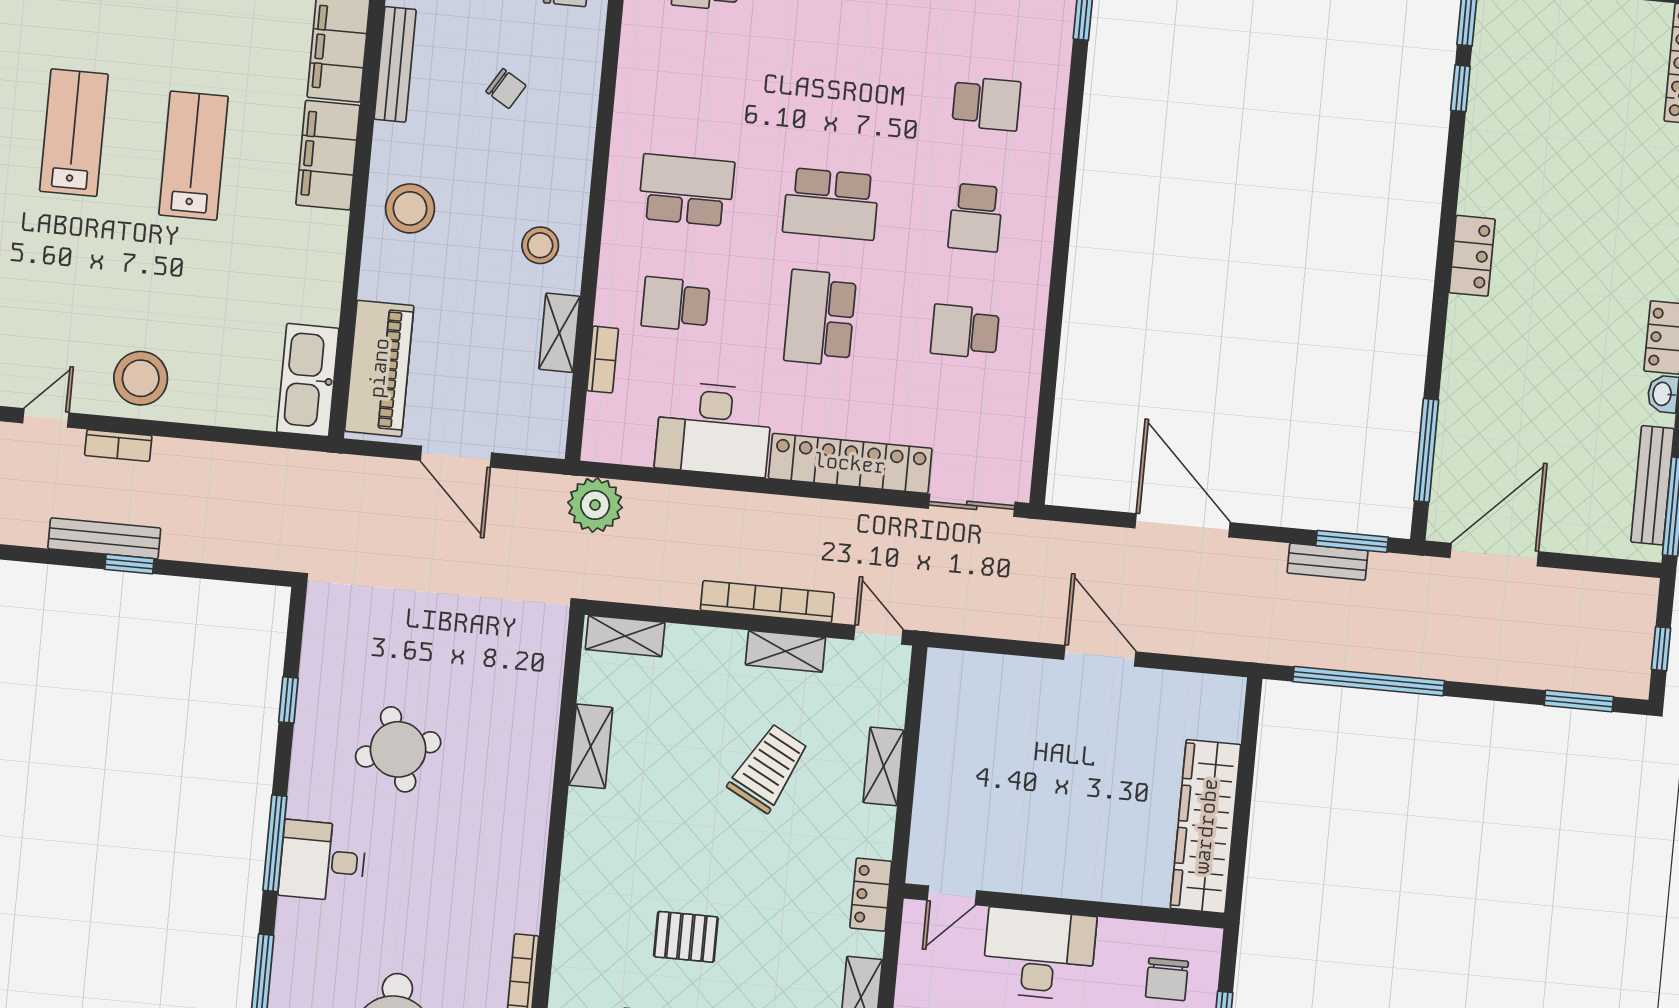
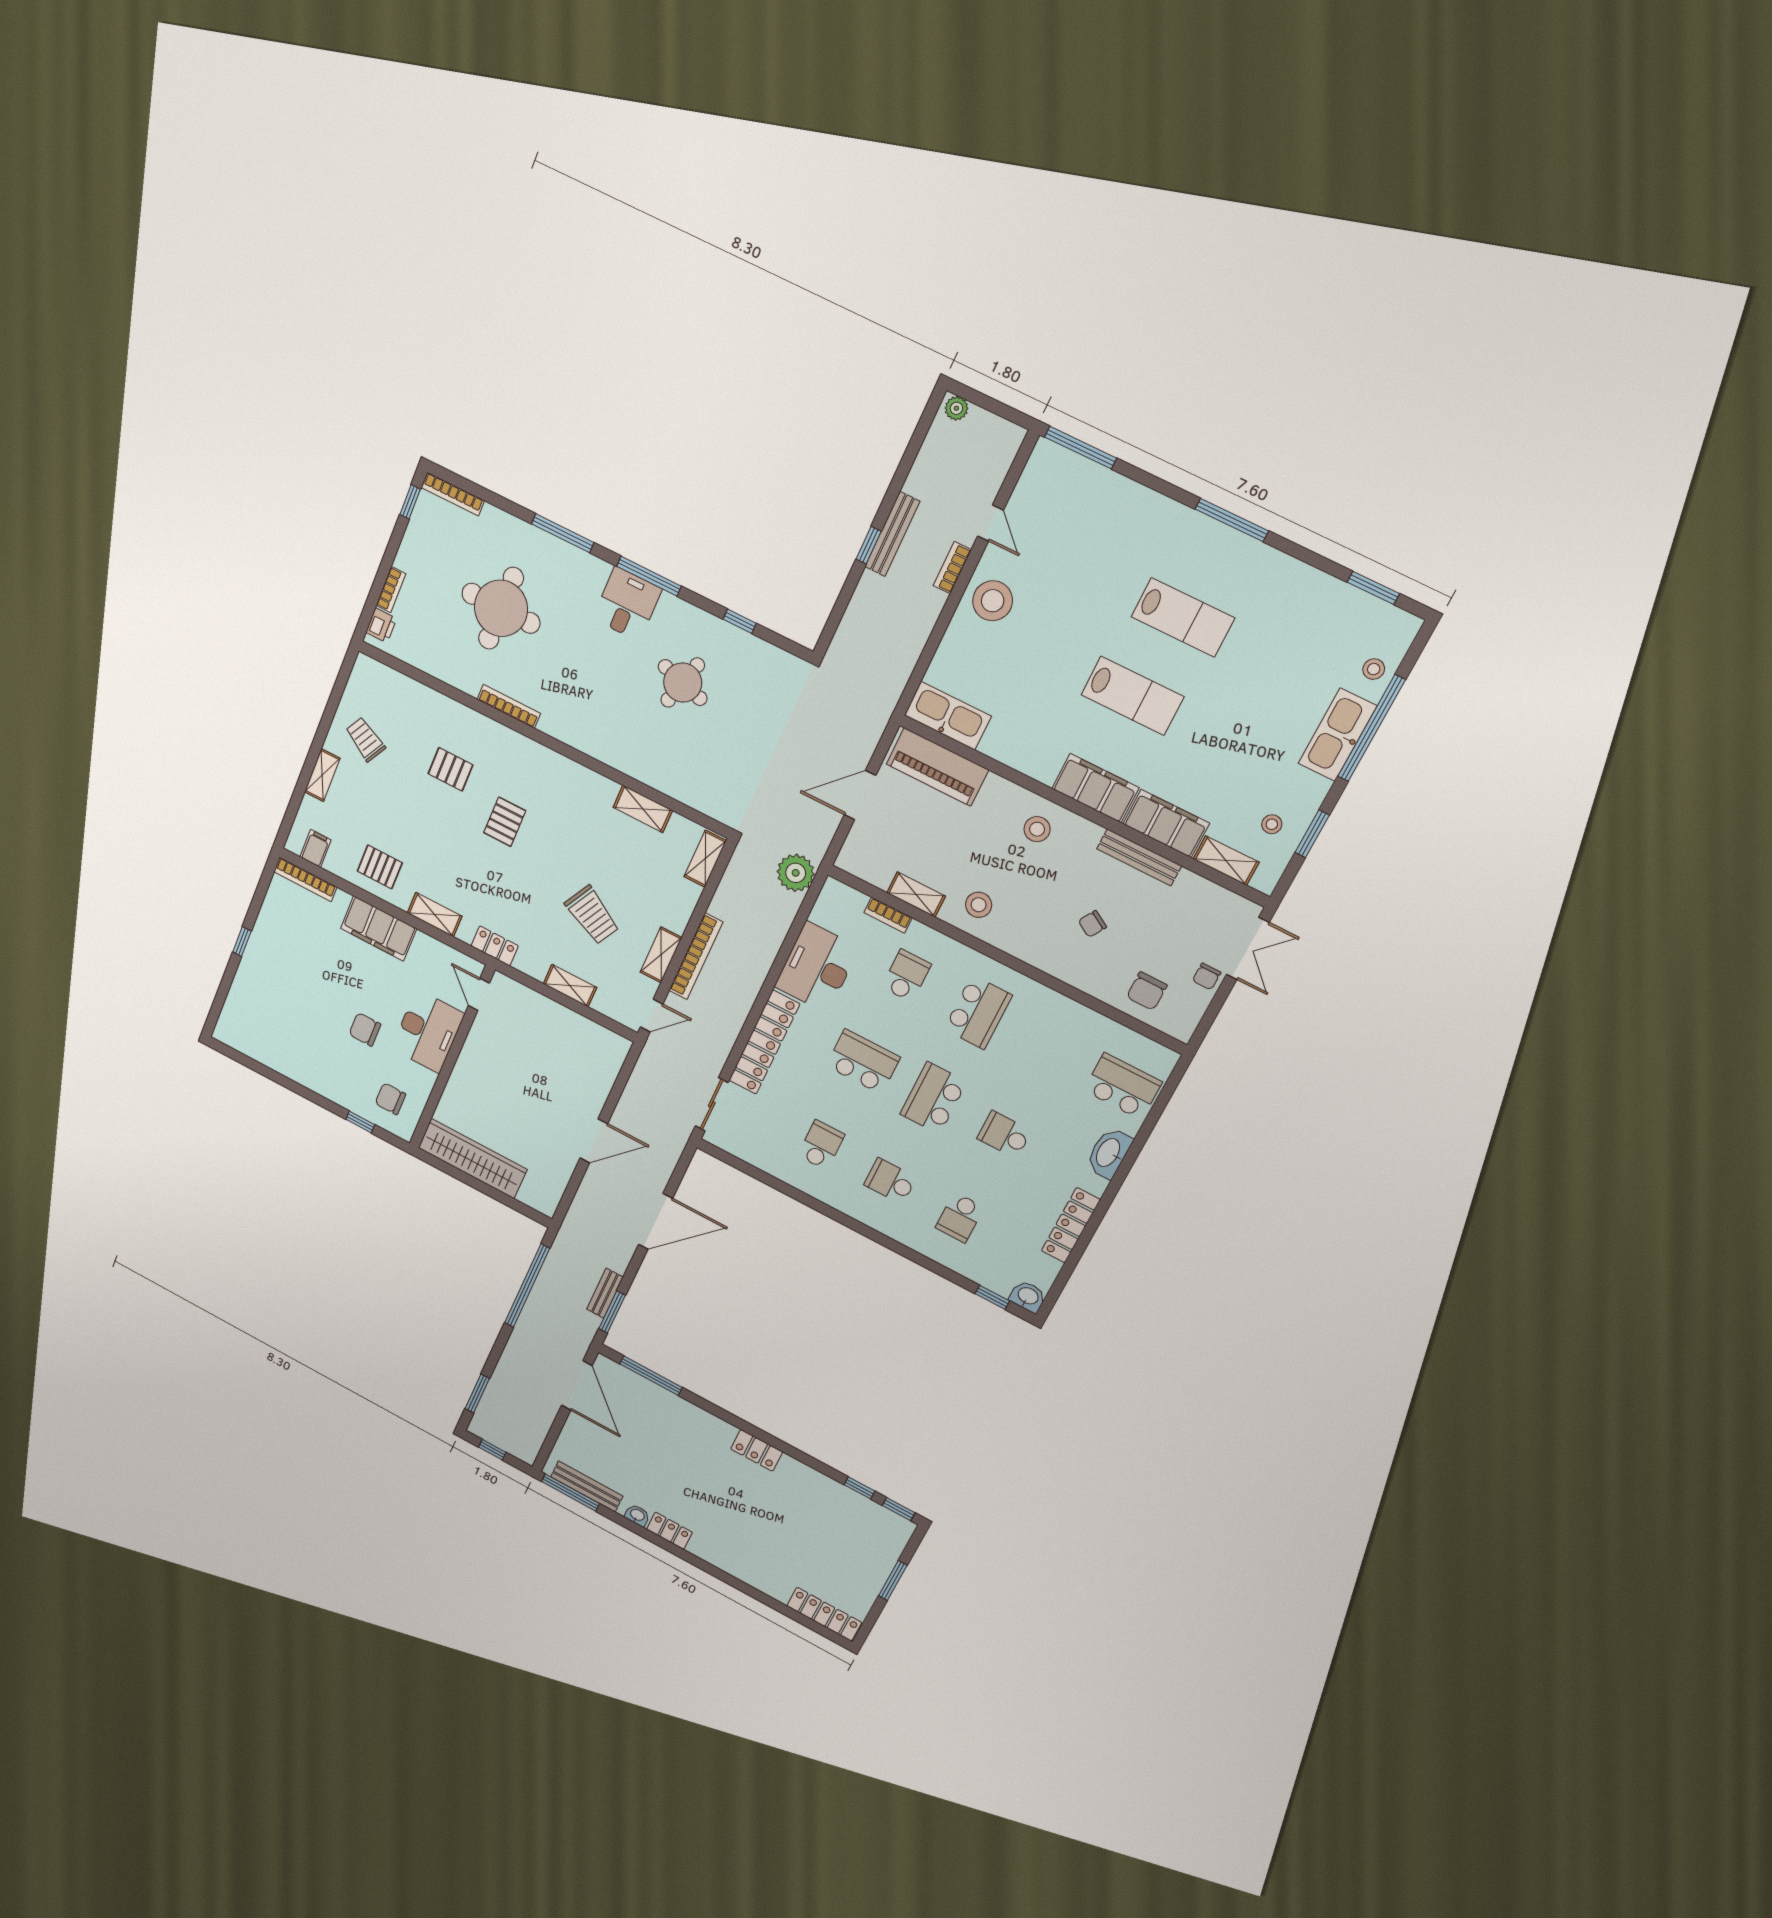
school desk: (842, 90) -> (1004, 1135), added
stool: (410, 208) -> (1037, 829), width x0.73, depth x0.73
round table: (398, 749) -> (683, 683), turned 34

